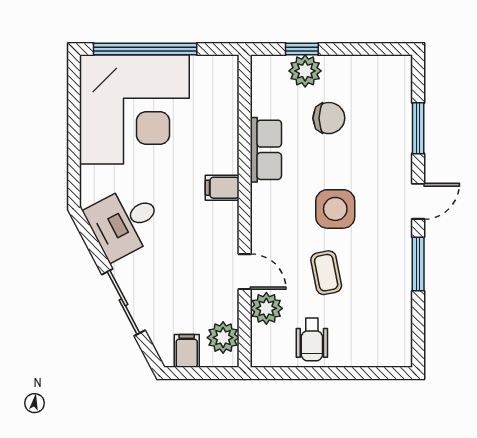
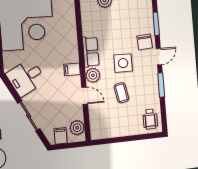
chair: (329, 118) -> (145, 42), moved, turned 86
row of seats: (266, 150) -> (91, 52), moved
filing cabinet: (222, 188) -> (72, 69), moved
plant: (266, 308) -> (93, 75), moved
wheelchair: (312, 339) -> (150, 119), moved

